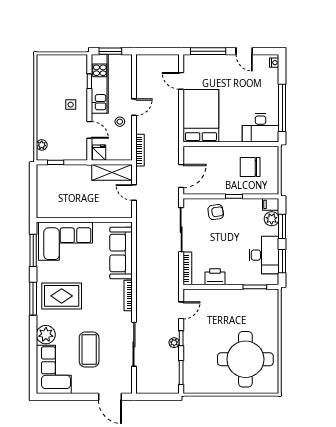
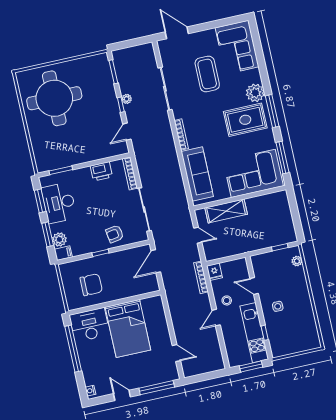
bed: (201, 116) -> (128, 328), moved
fridge: (99, 153) -> (215, 272), moved
shelving: (112, 172) -> (226, 211), moved
plant: (46, 335) -> (255, 93), moved

